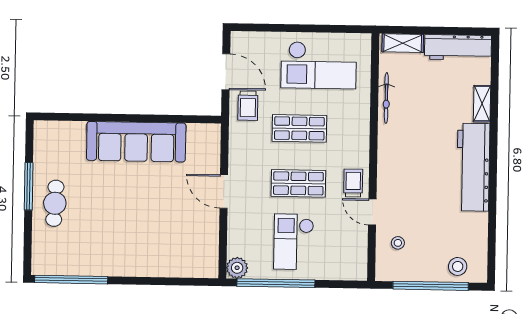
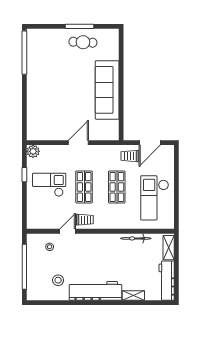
cafe table: (55, 203) -> (83, 42), moved
stool: (458, 266) -> (58, 280), moved
window: (276, 283) -> (24, 175), width x0.32

